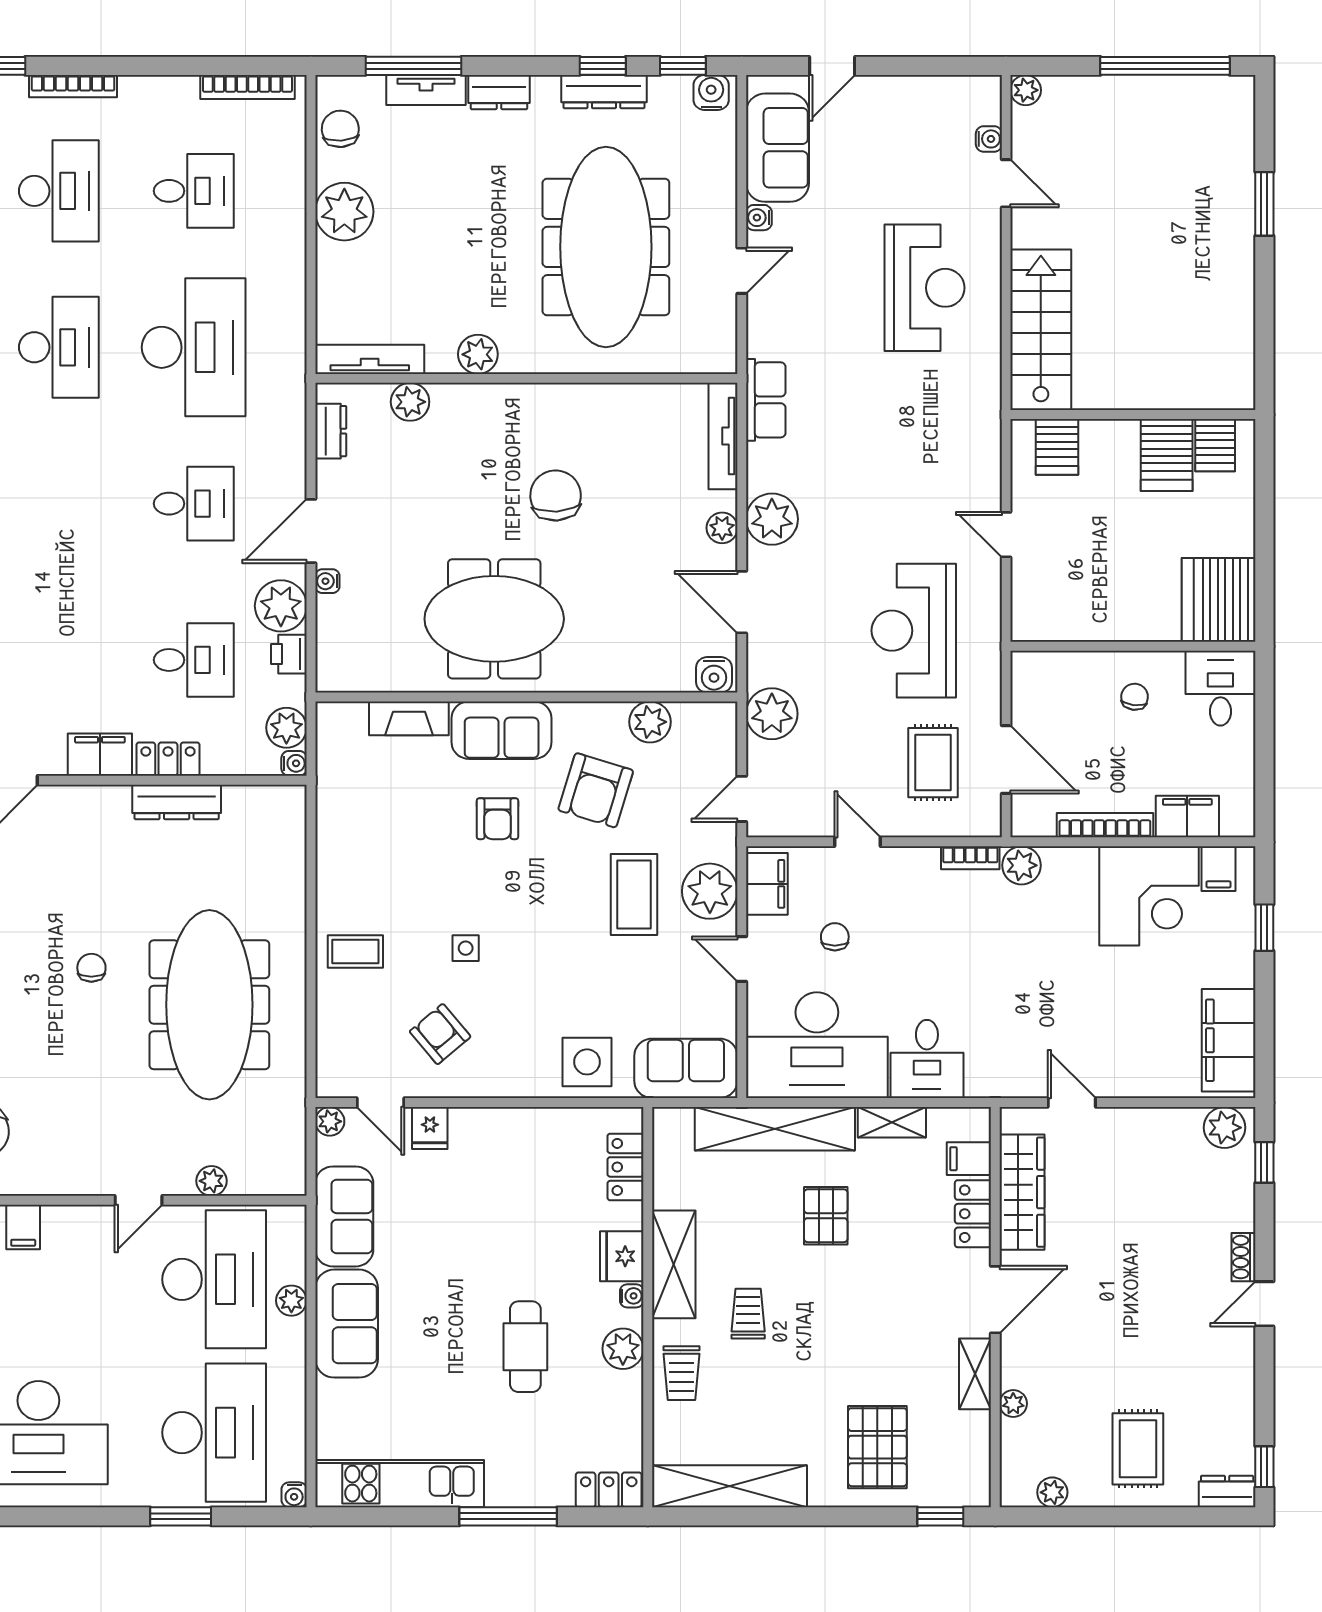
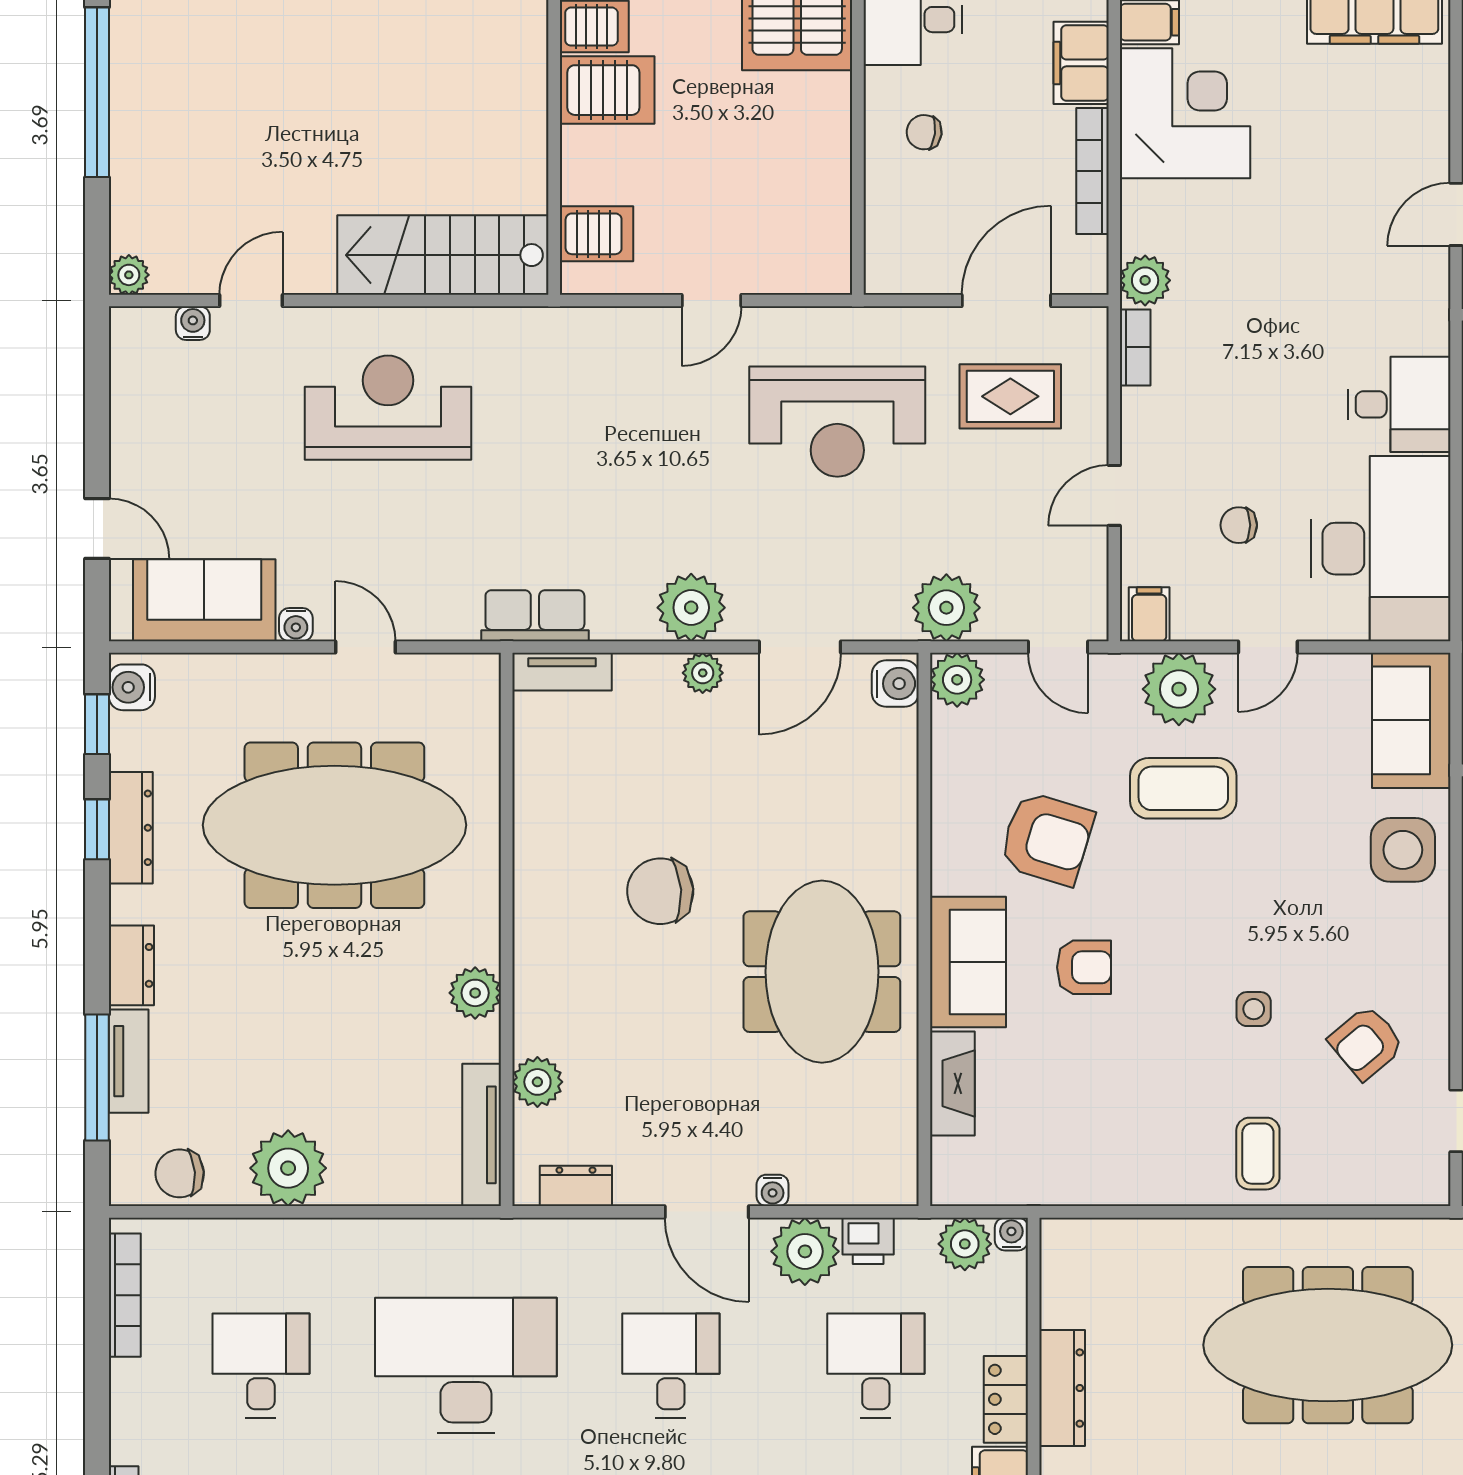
tv unit: (723, 436) -> (562, 672), width x0.71
plant: (650, 722) -> (957, 680), moved
filing cabinet: (767, 884) -> (1149, 614), width x0.50

